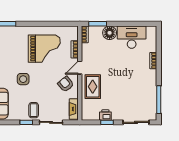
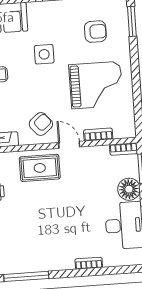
armchair: (11, 47) -> (95, 32), added
grand piano: (44, 49) -> (96, 85), turned -90

